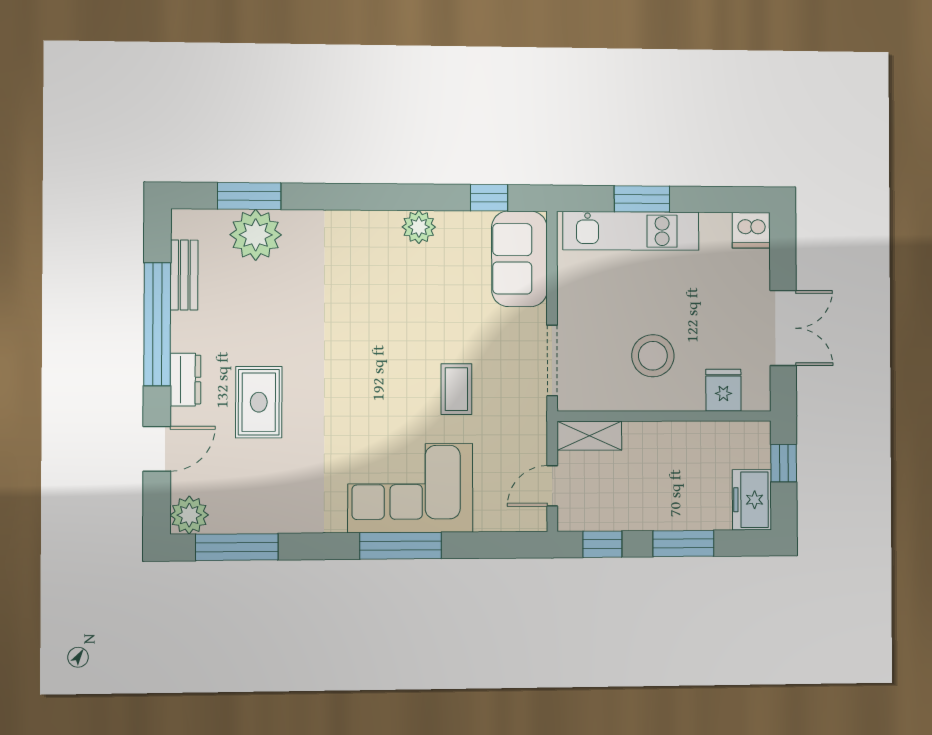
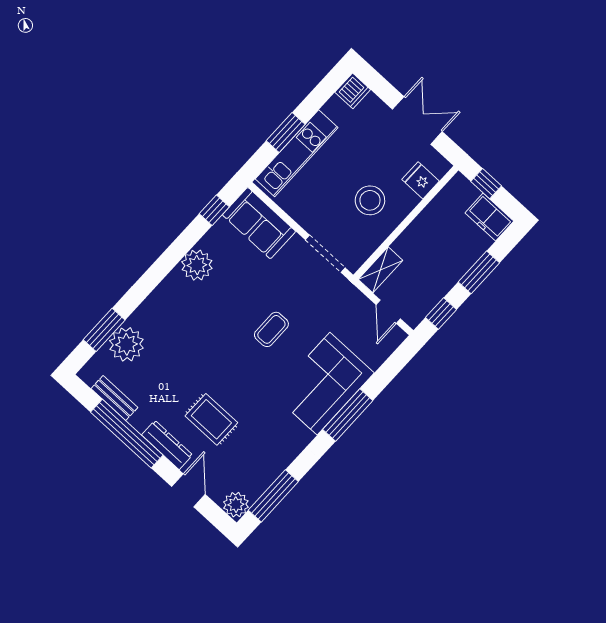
plant: (419, 227) -> (197, 265), width x1.36, depth x1.36
dresser: (186, 380) -> (167, 445), width x1.44
coffee table: (456, 389) -> (271, 329), moved, turned 90

